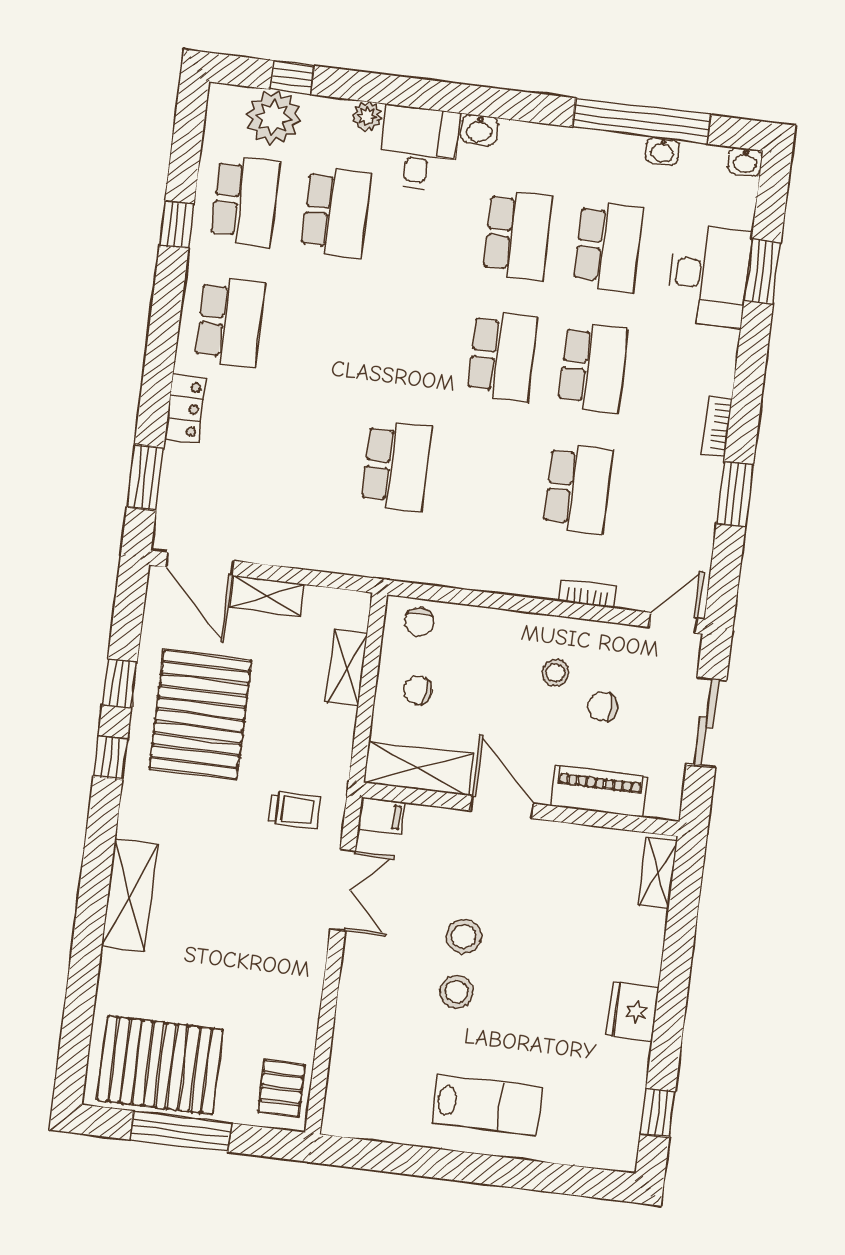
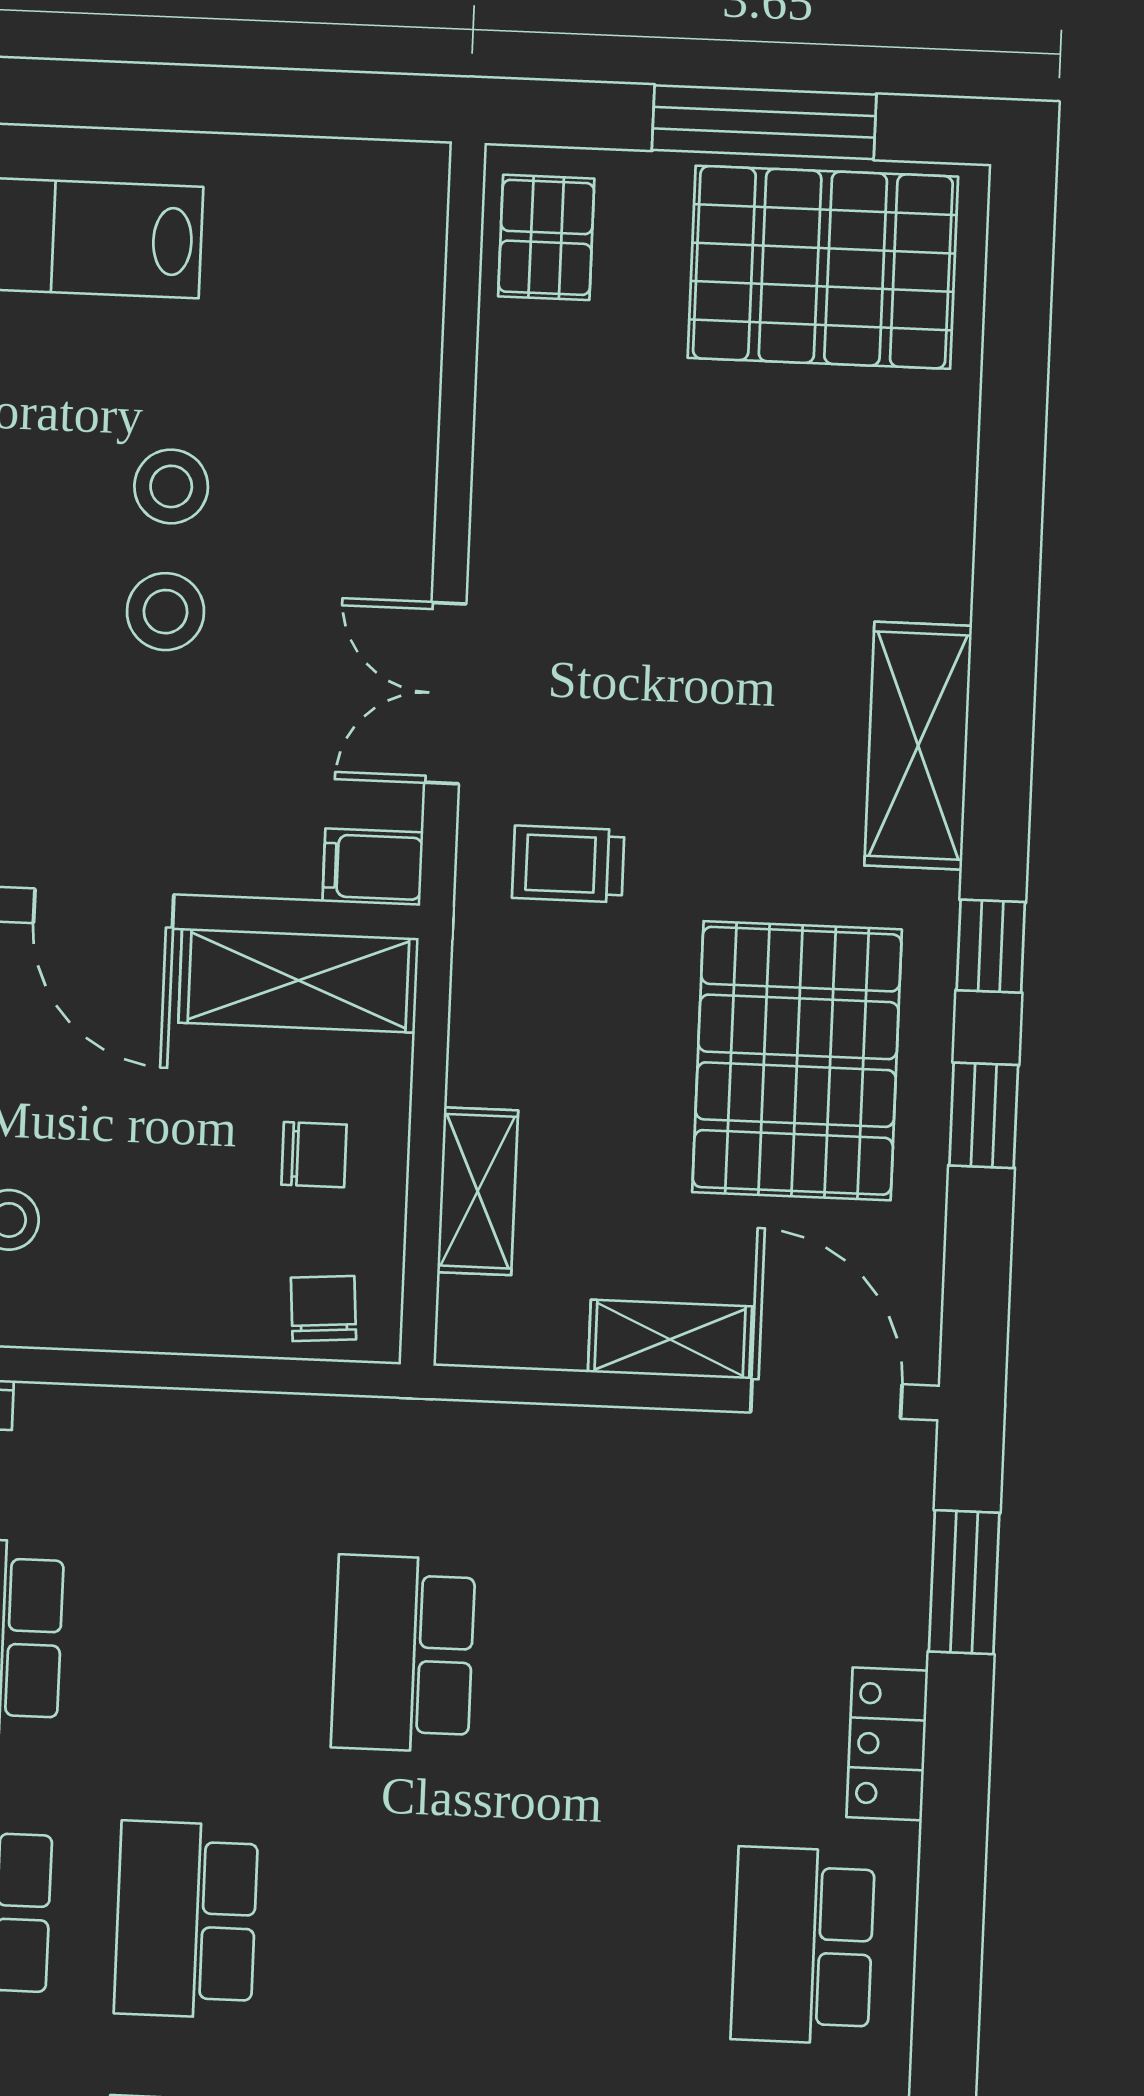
shelving: (130, 895) -> (918, 746), moved

